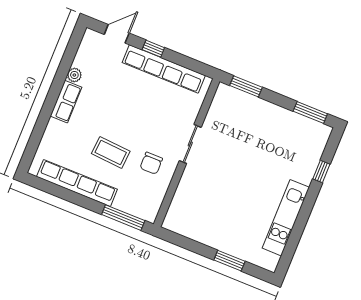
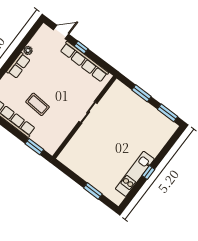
window: (246, 86) -> (141, 93), moved
chair: (151, 163) -> (61, 118), removed
window: (321, 171) -> (148, 172), moved
window: (123, 218) -> (34, 147), width x0.69

